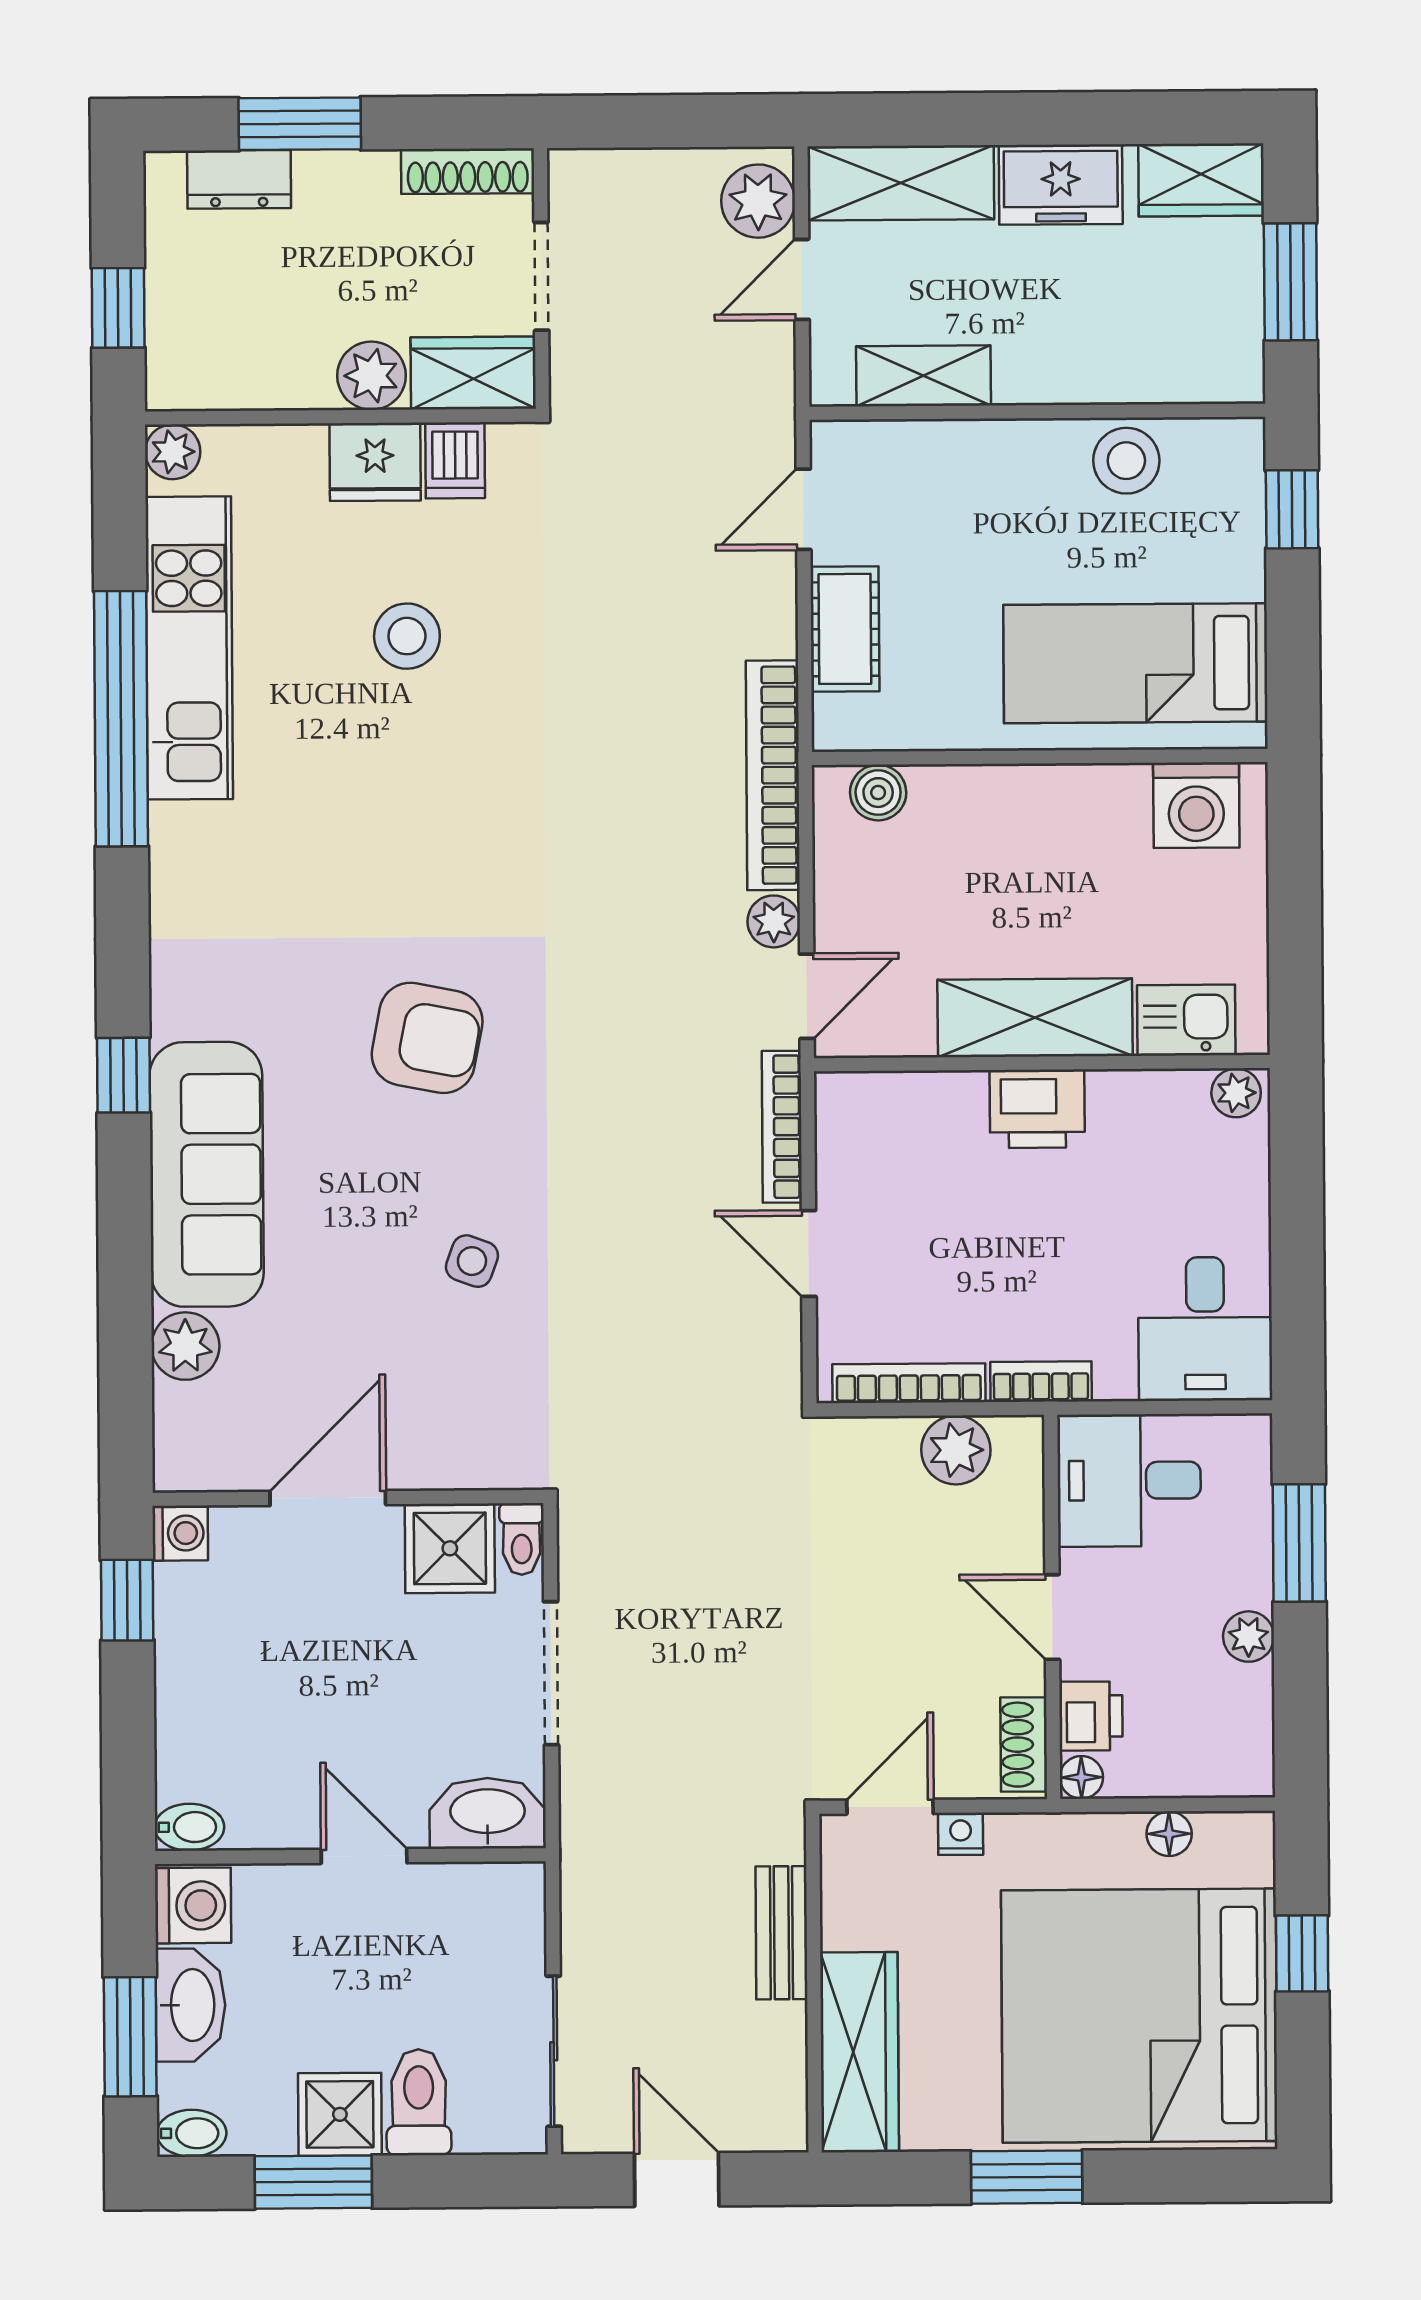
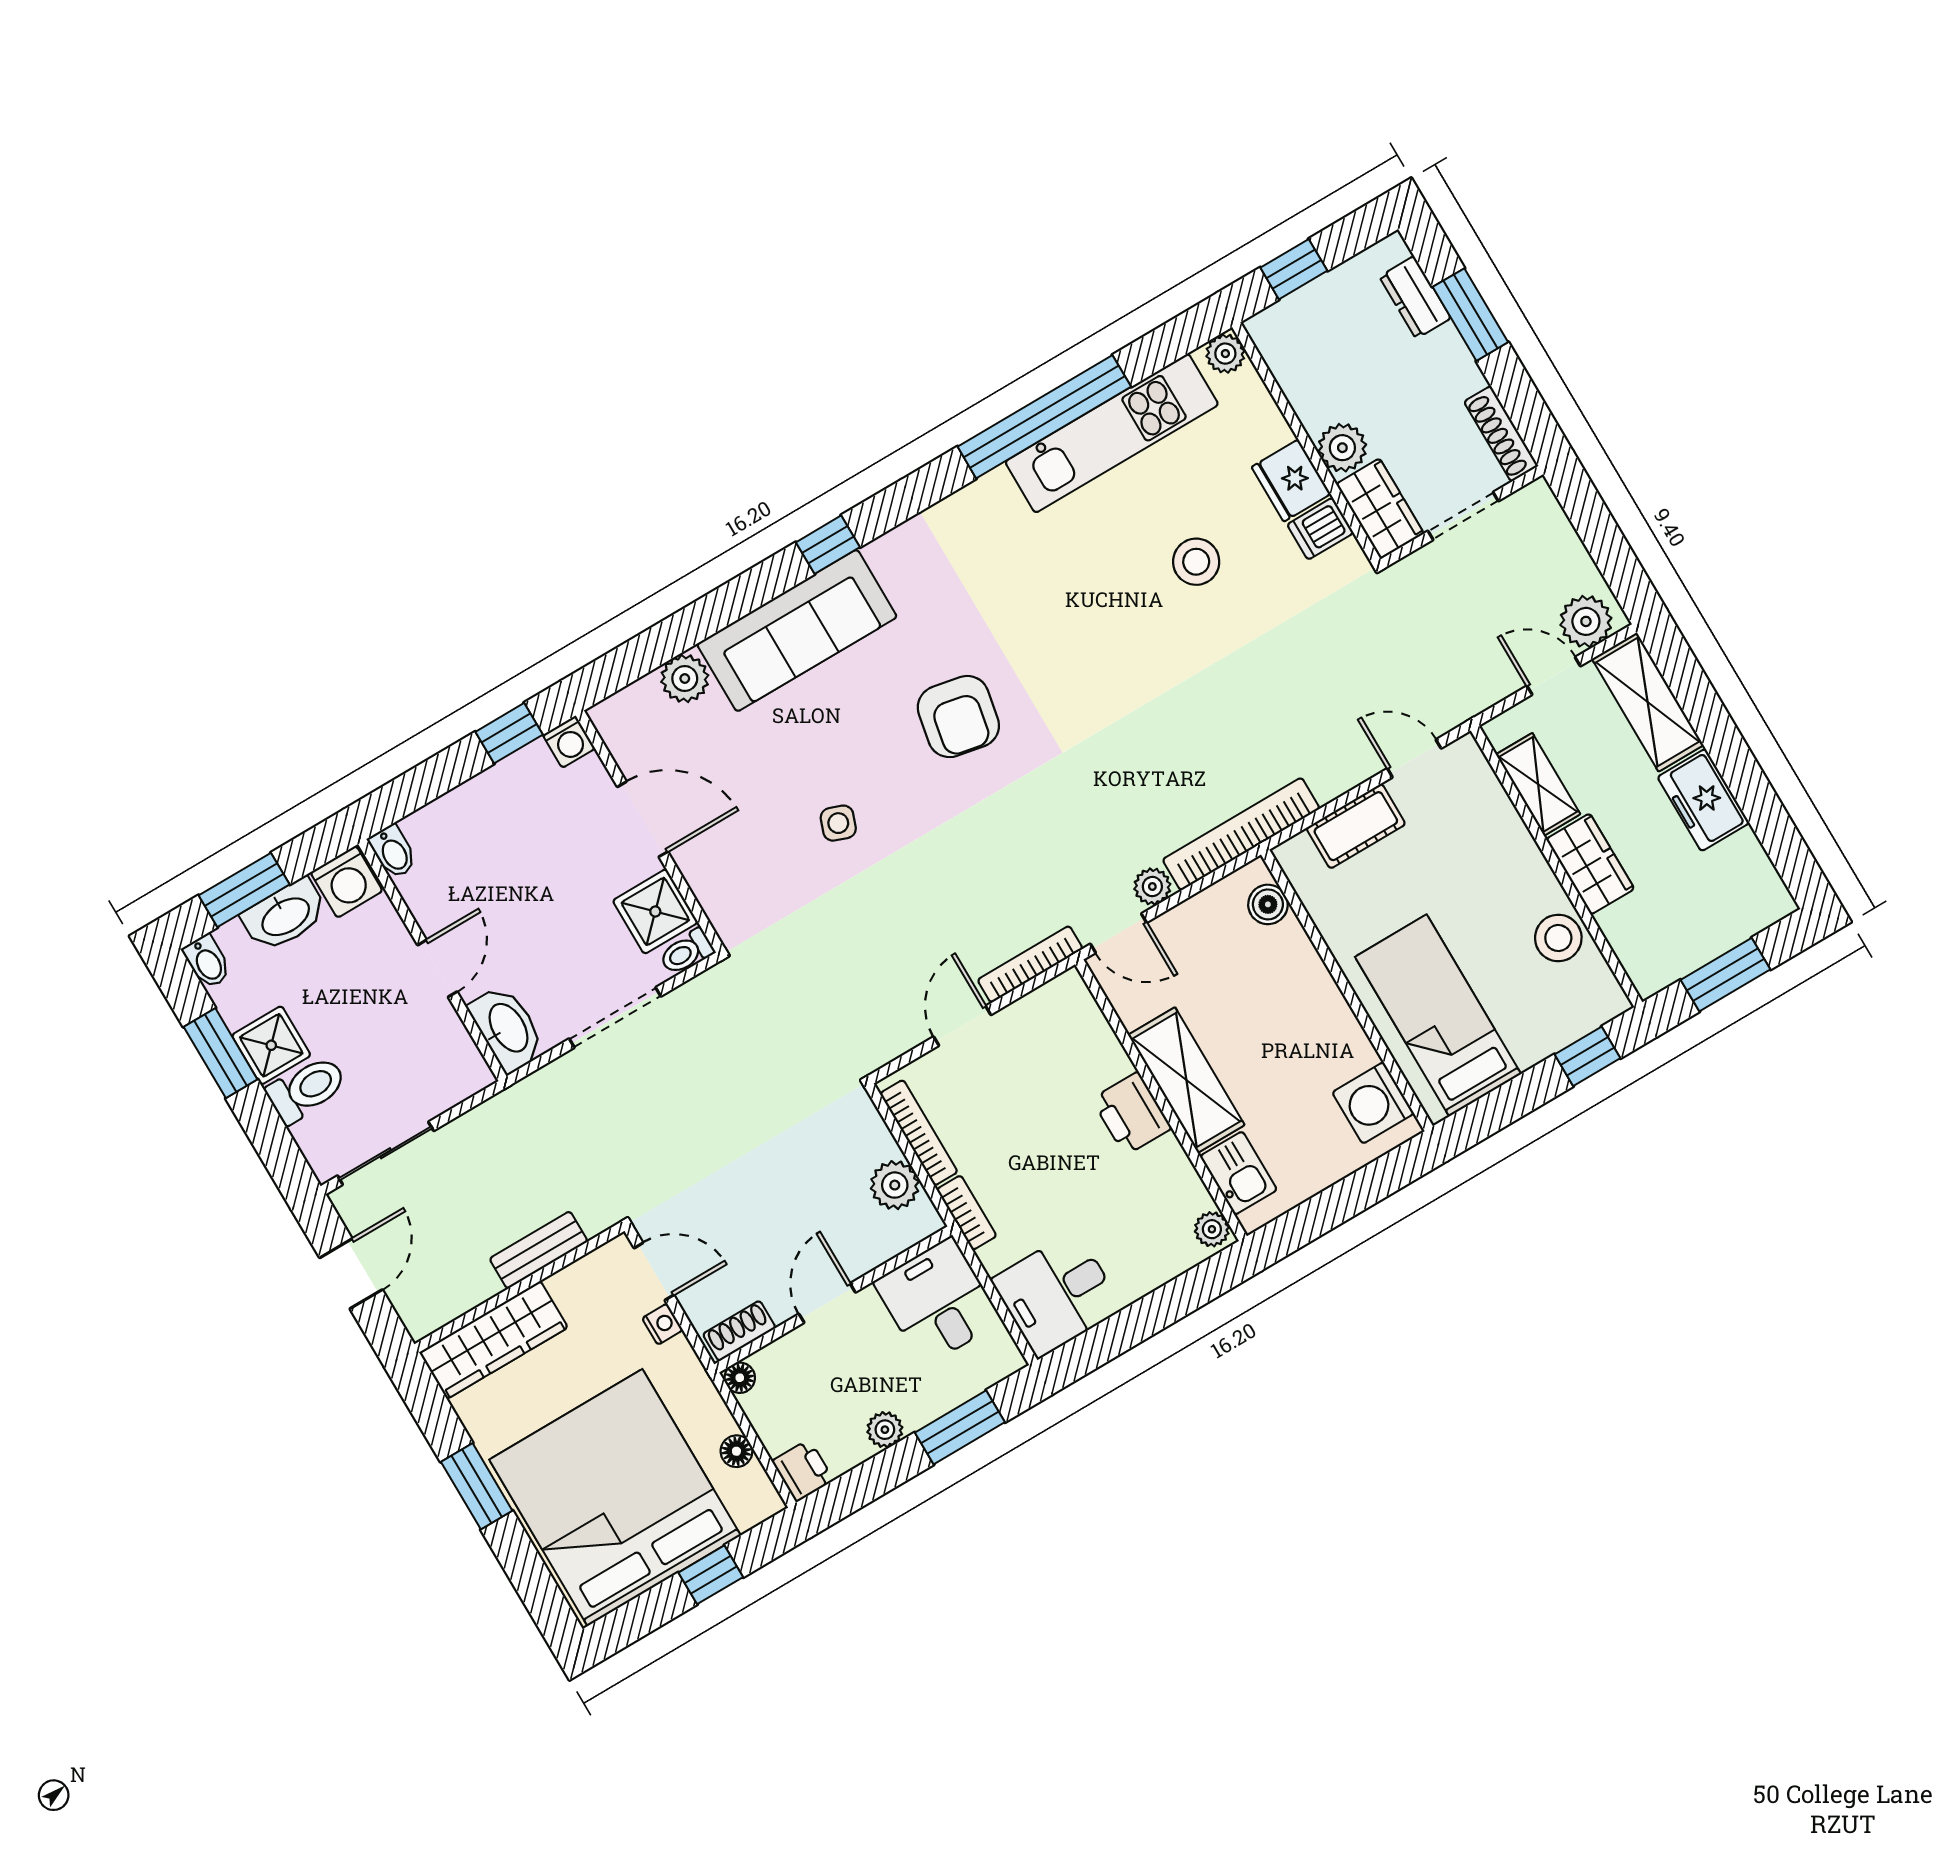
wardrobe: (1201, 180) -> (1590, 864), moved, turned 180
printer: (1091, 1716) -> (803, 1471), moved, turned -90

